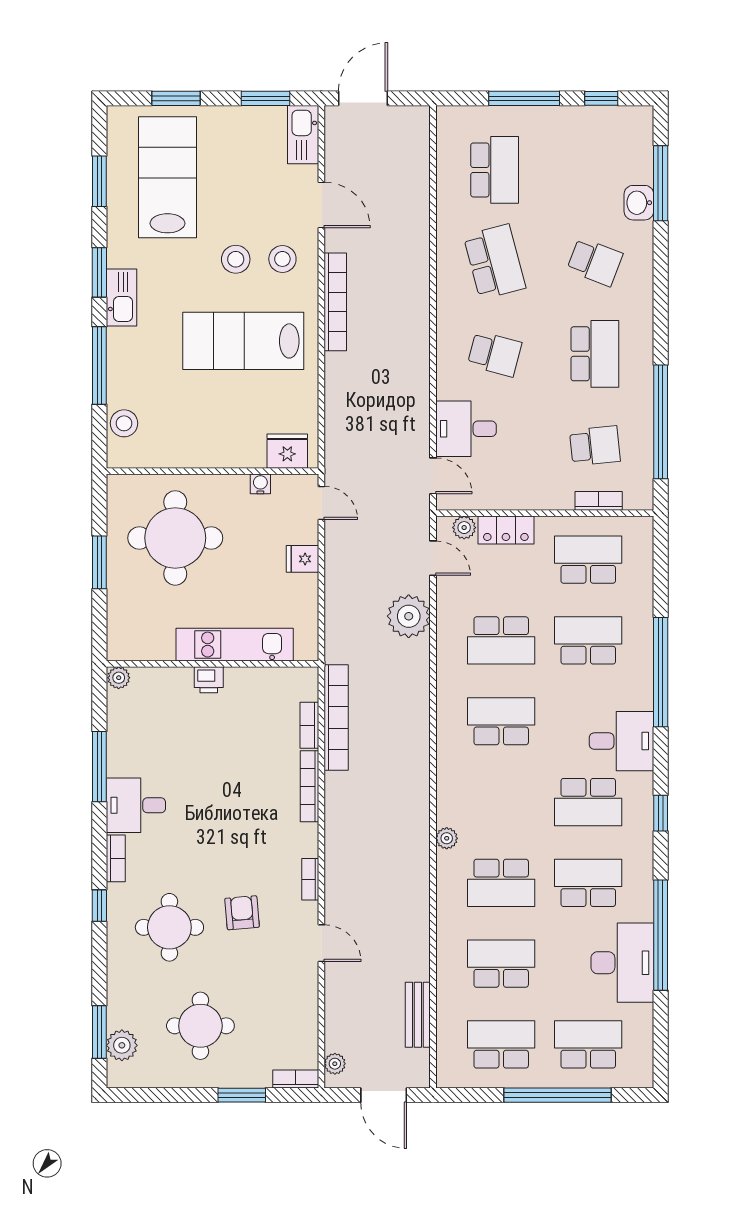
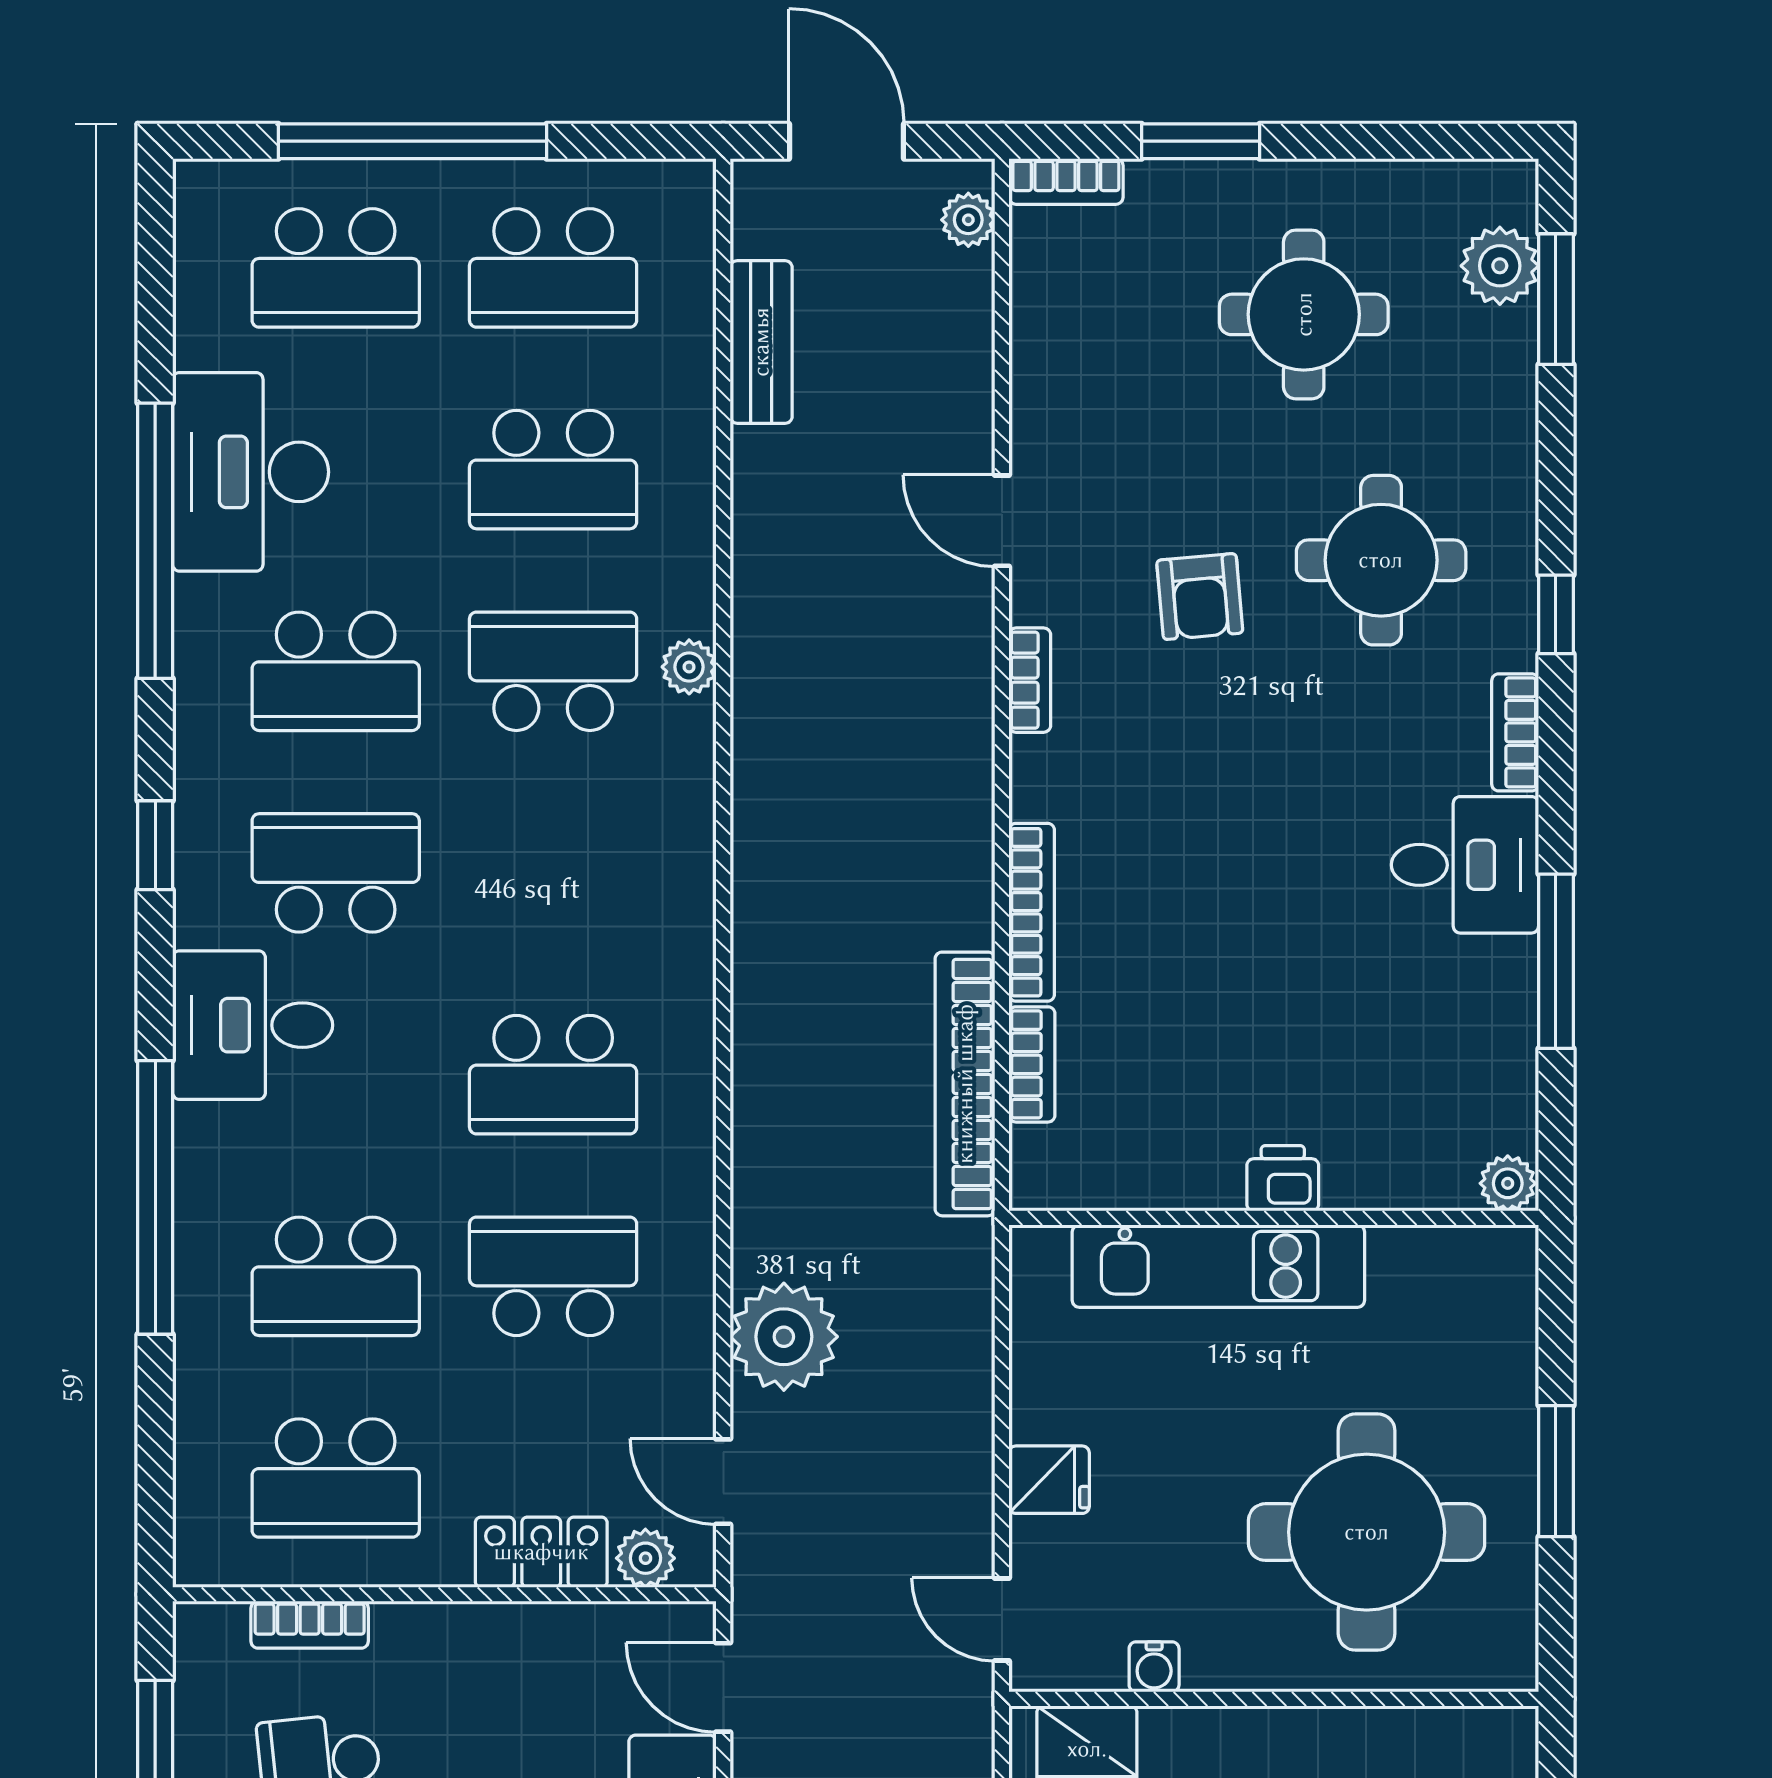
plant: (447, 838) -> (689, 667), moved

